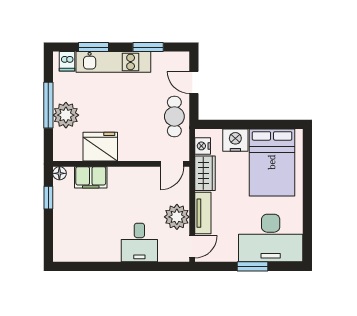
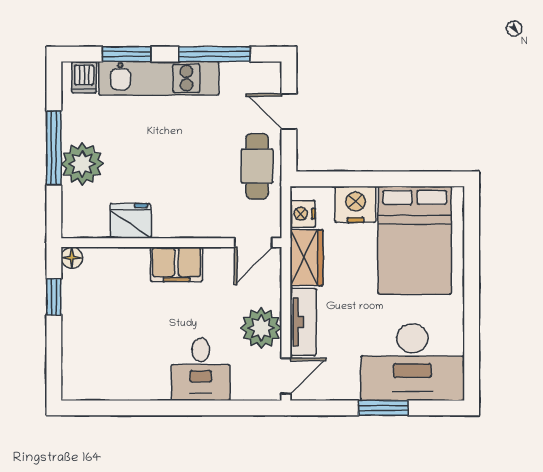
window: (148, 47) -> (215, 54), width x1.44
fridge: (100, 147) -> (130, 221), width x0.73, depth x0.75
filing cabinet: (91, 177) -> (176, 264), moved

